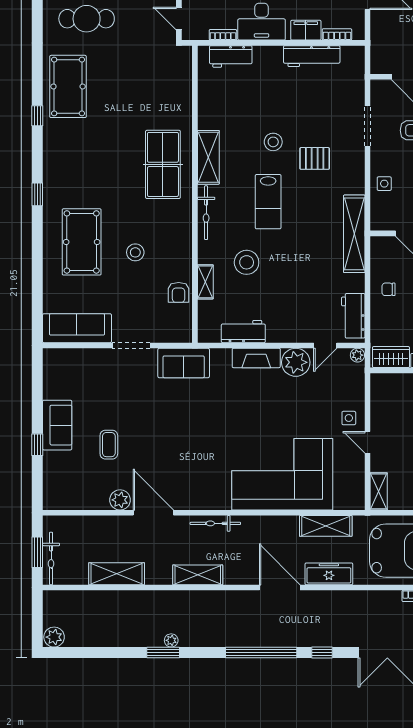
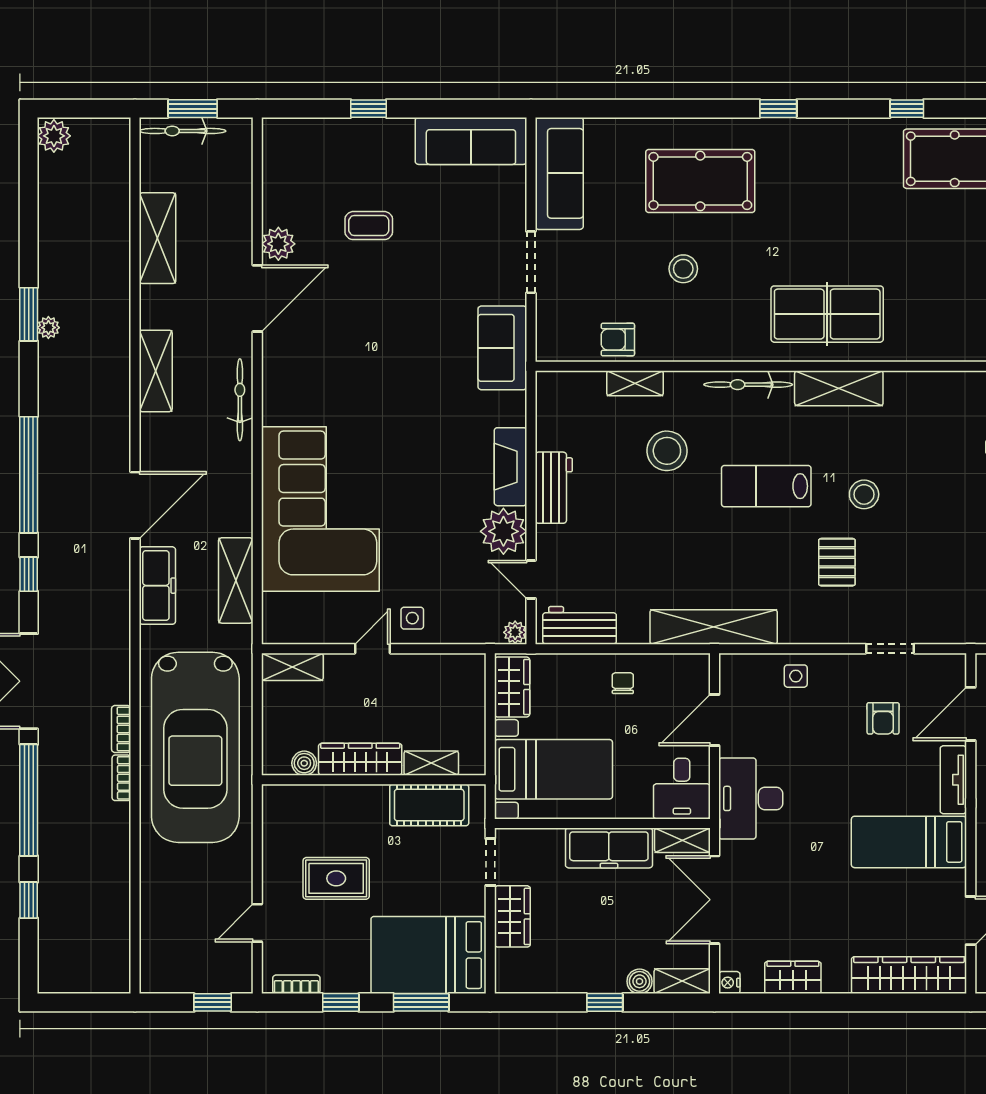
doorway: (367, 126) -> (890, 649), width x0.73
workbench: (243, 332) -> (554, 488), moved
sofa: (57, 425) -> (471, 141), moved, width x1.36

